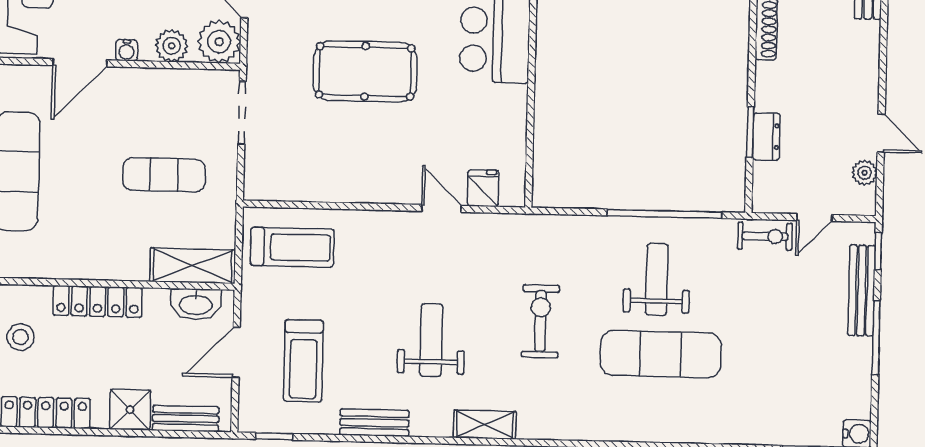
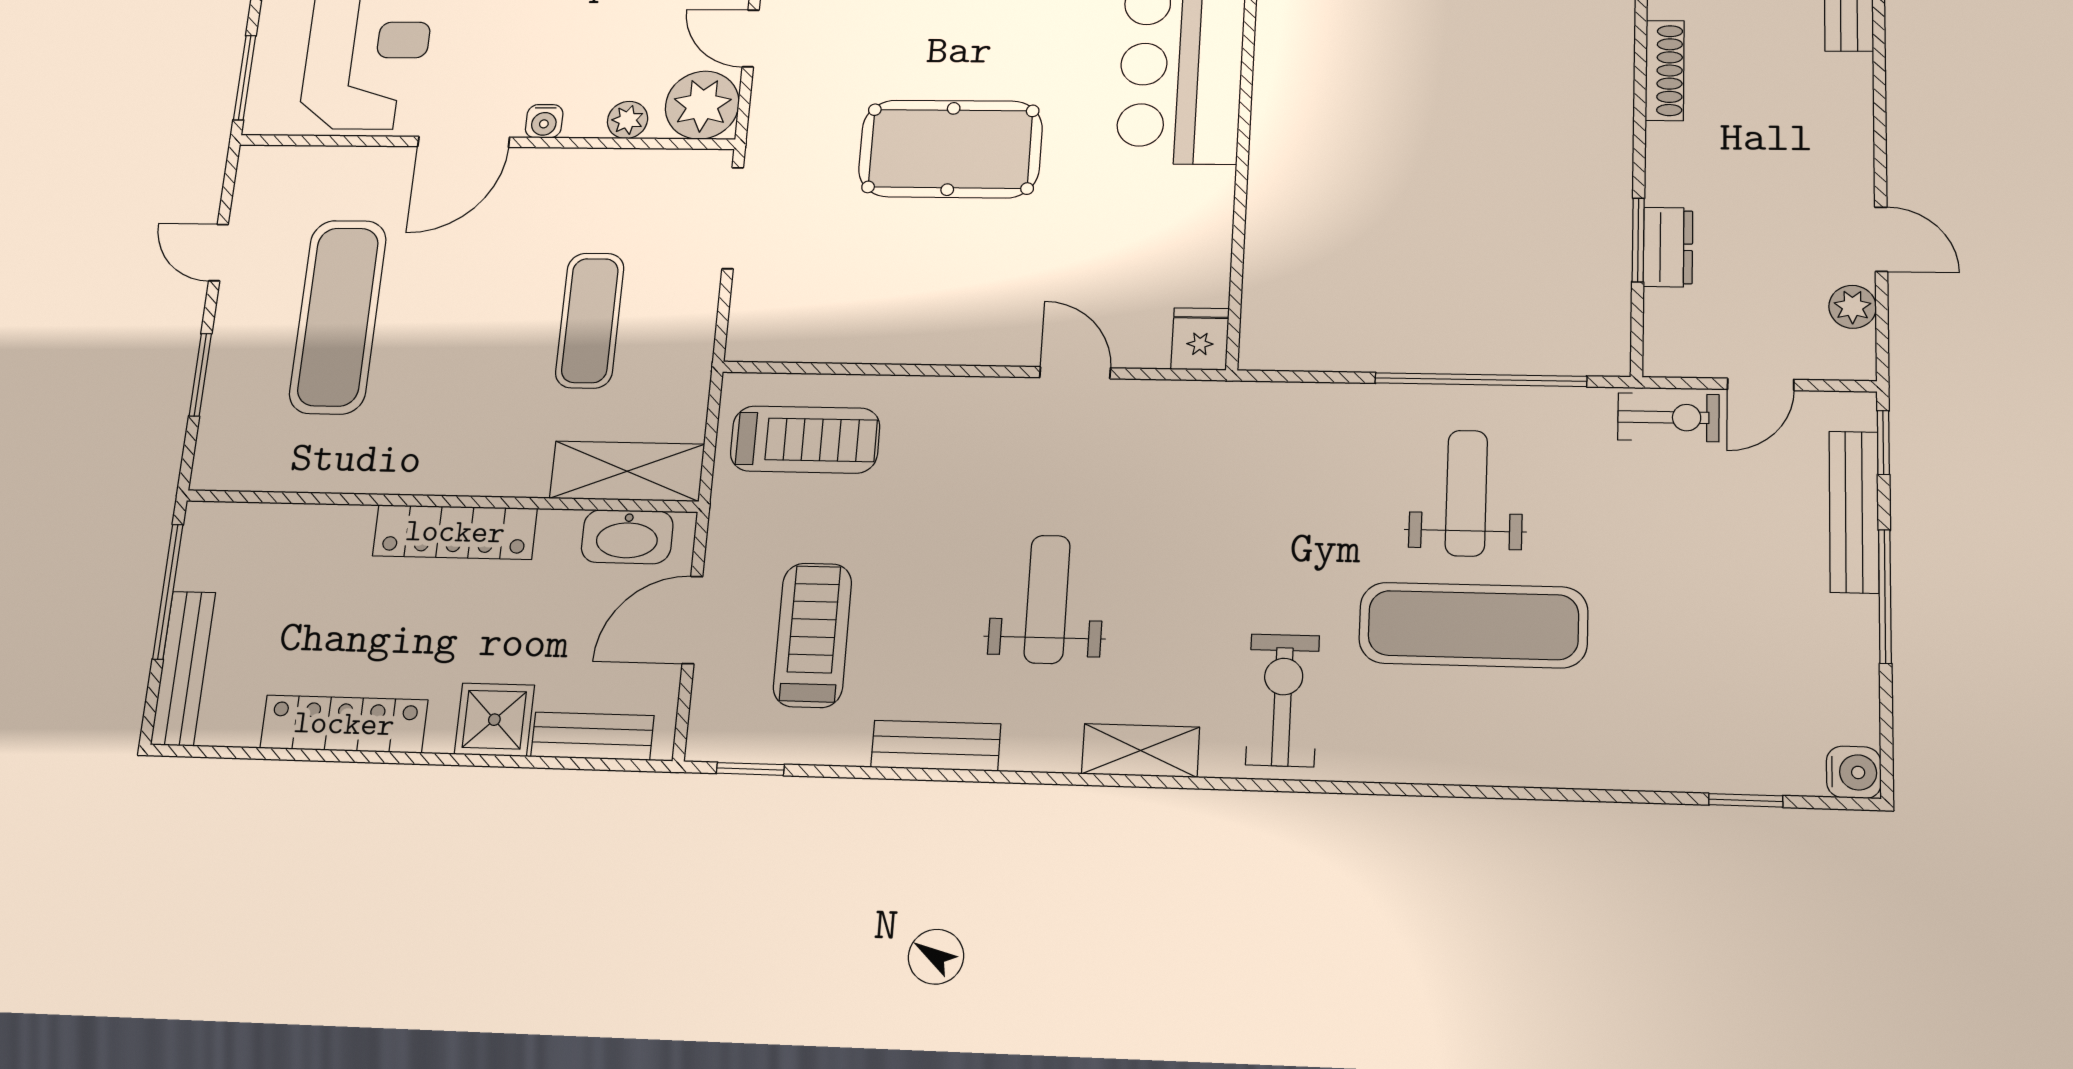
plant: (172, 46) -> (628, 120), width x0.73, depth x0.73
exercise mat: (164, 175) -> (590, 320), turned 90
fridge: (483, 188) -> (1200, 339), moved
exercise bike: (540, 321) -> (1283, 700), moved
stool: (21, 337) -> (314, 593), removed
treadmill: (303, 361) -> (813, 635), turned 180

